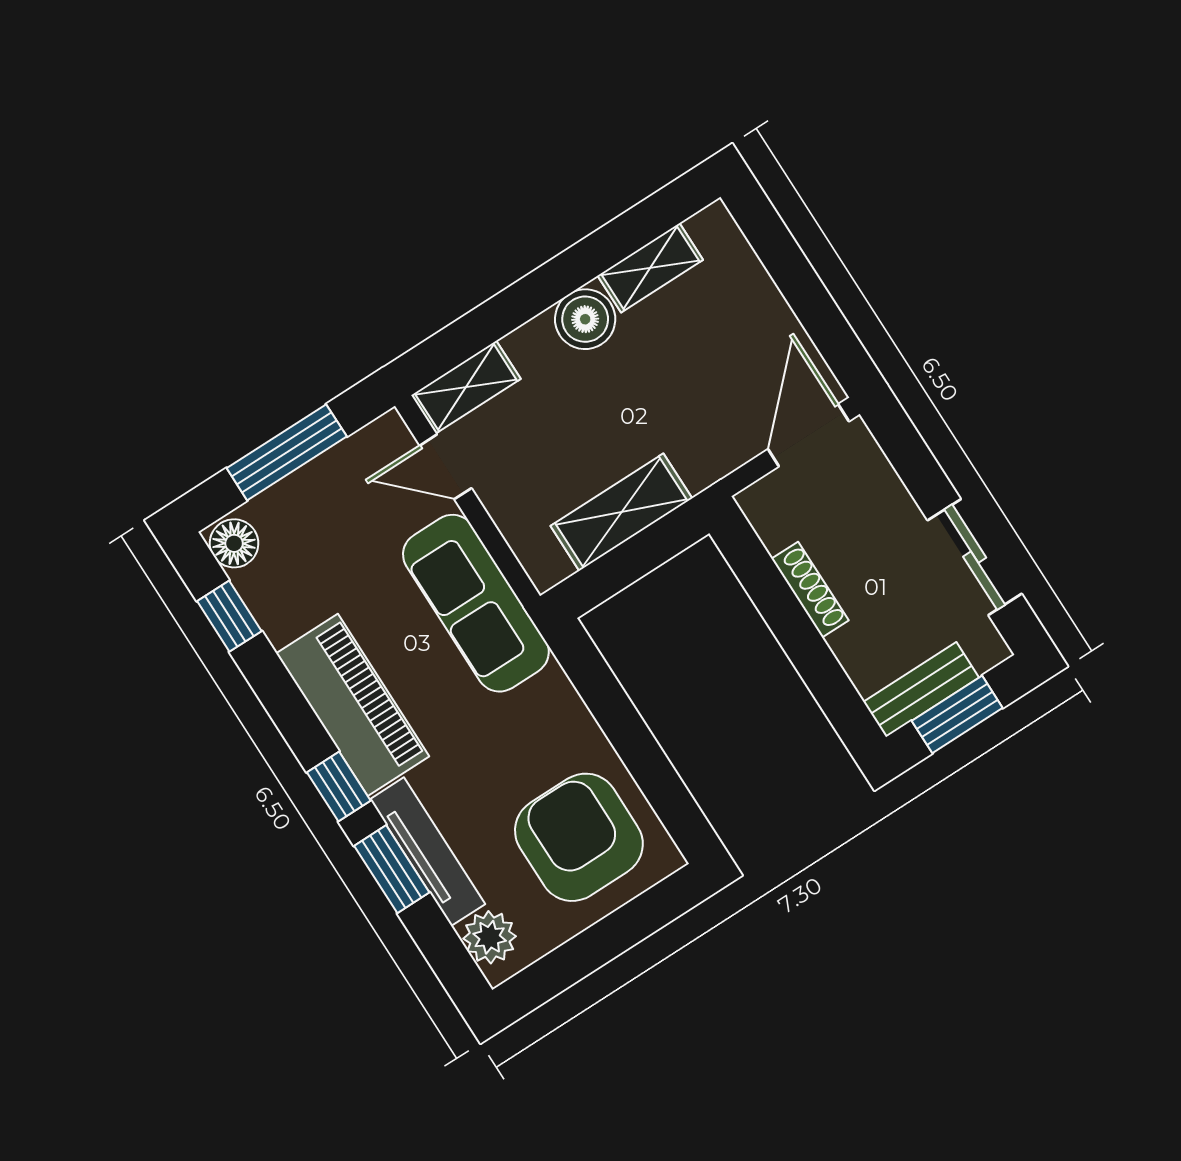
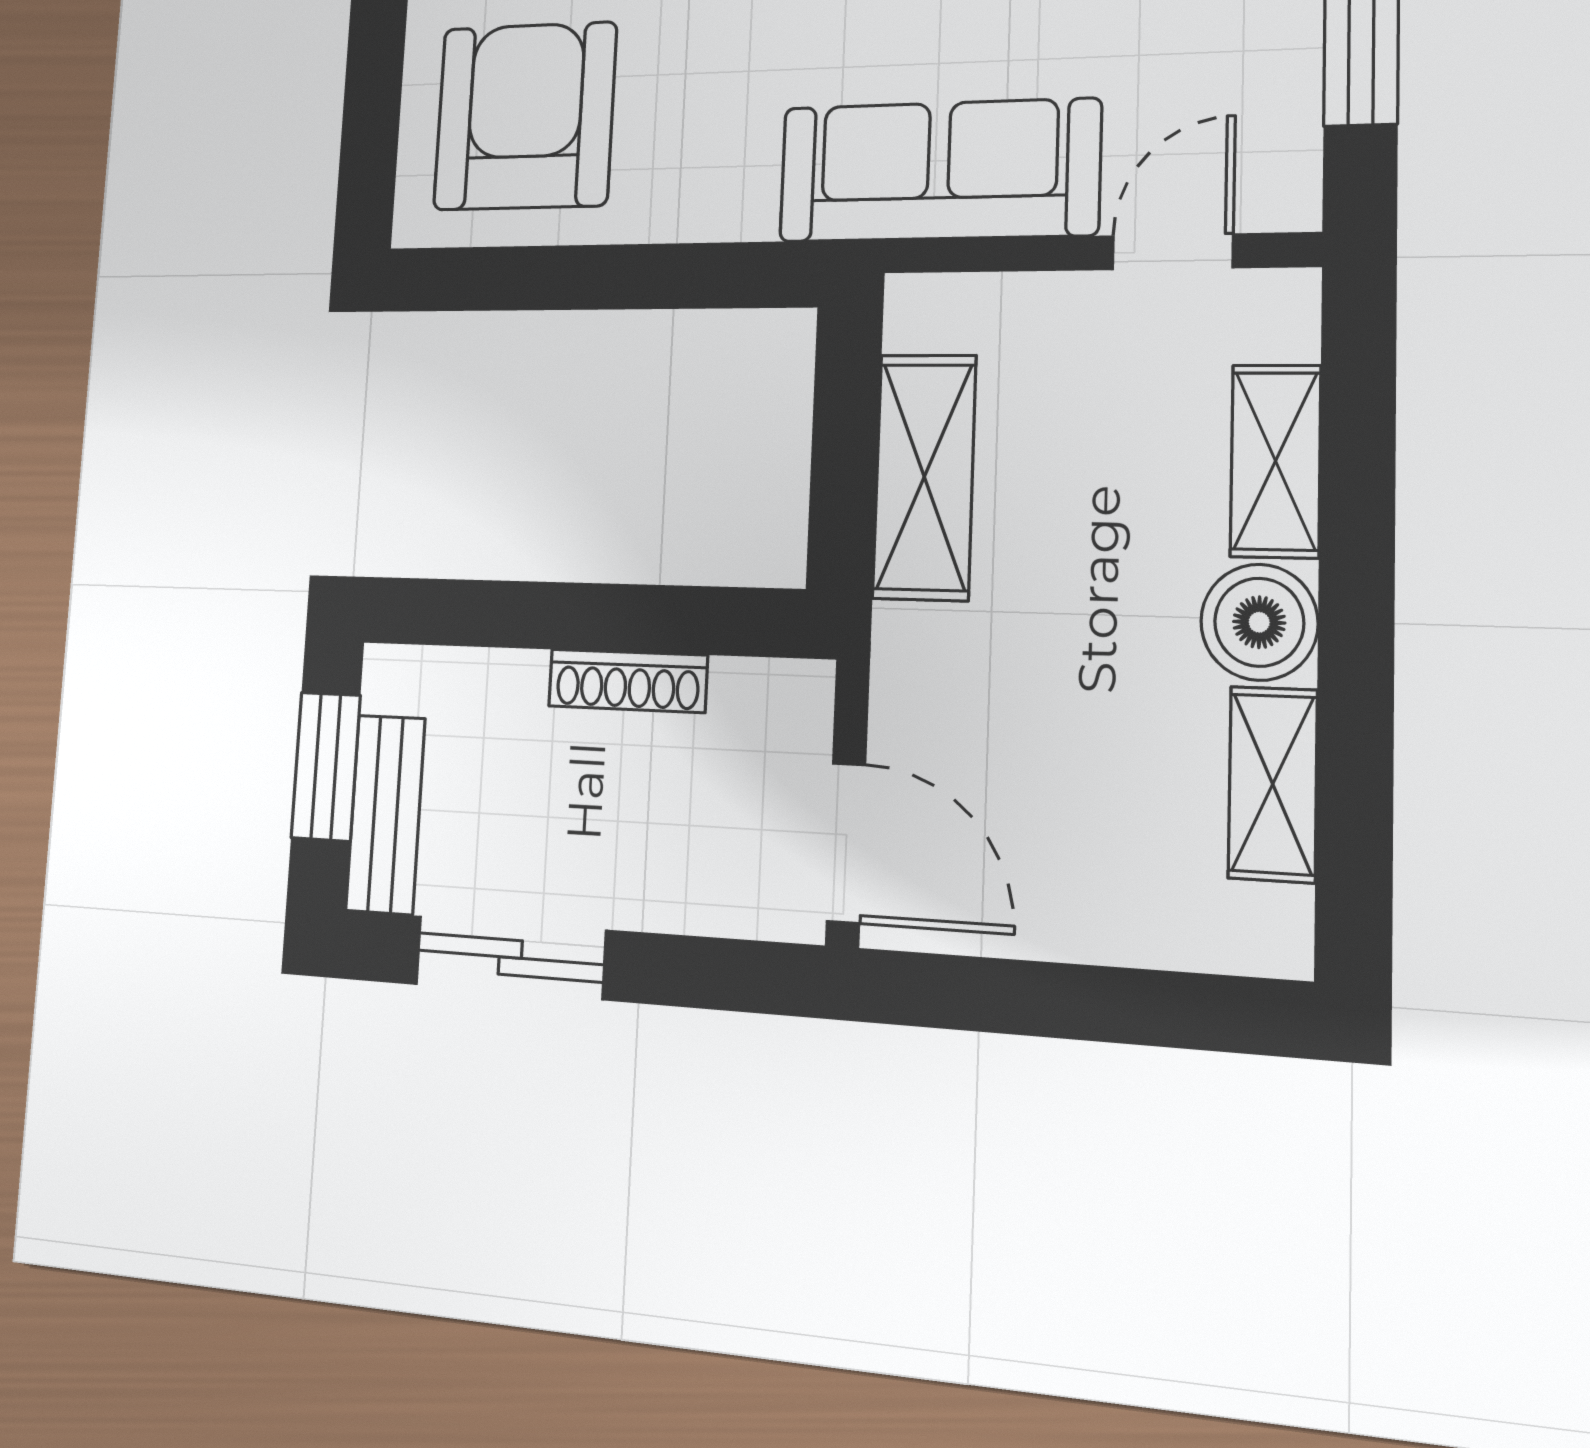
shelving: (466, 387) -> (1276, 461), moved
bench: (921, 690) -> (385, 814), moved
armchair: (579, 837) -> (525, 116), turned -90

